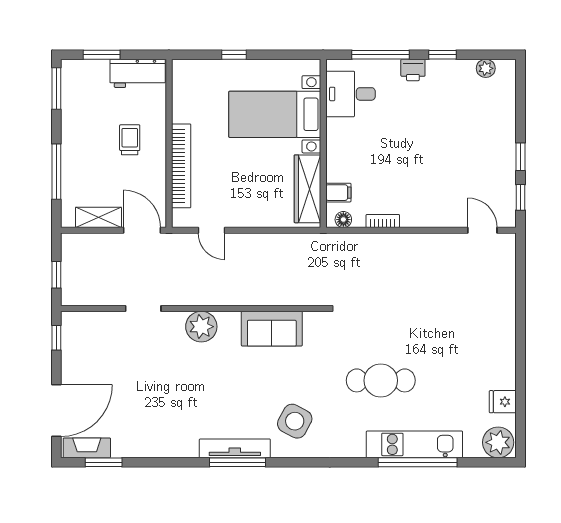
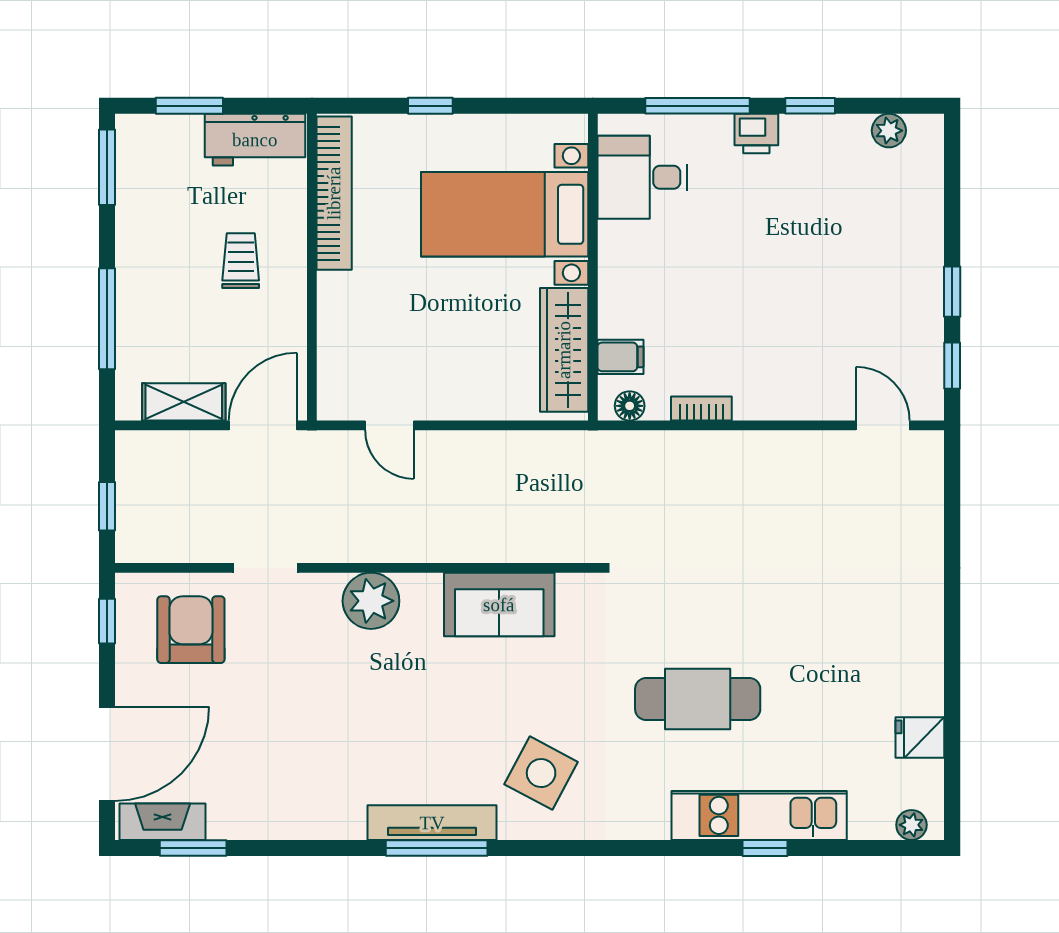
bookcase: (181, 166) -> (334, 193), moved
door: (142, 230) -> (263, 425), hinge flipped
armchair: (102, 342) -> (191, 630), added
plant: (498, 442) -> (911, 825), width x0.53, depth x0.53
window: (418, 462) -> (765, 848), width x0.32

